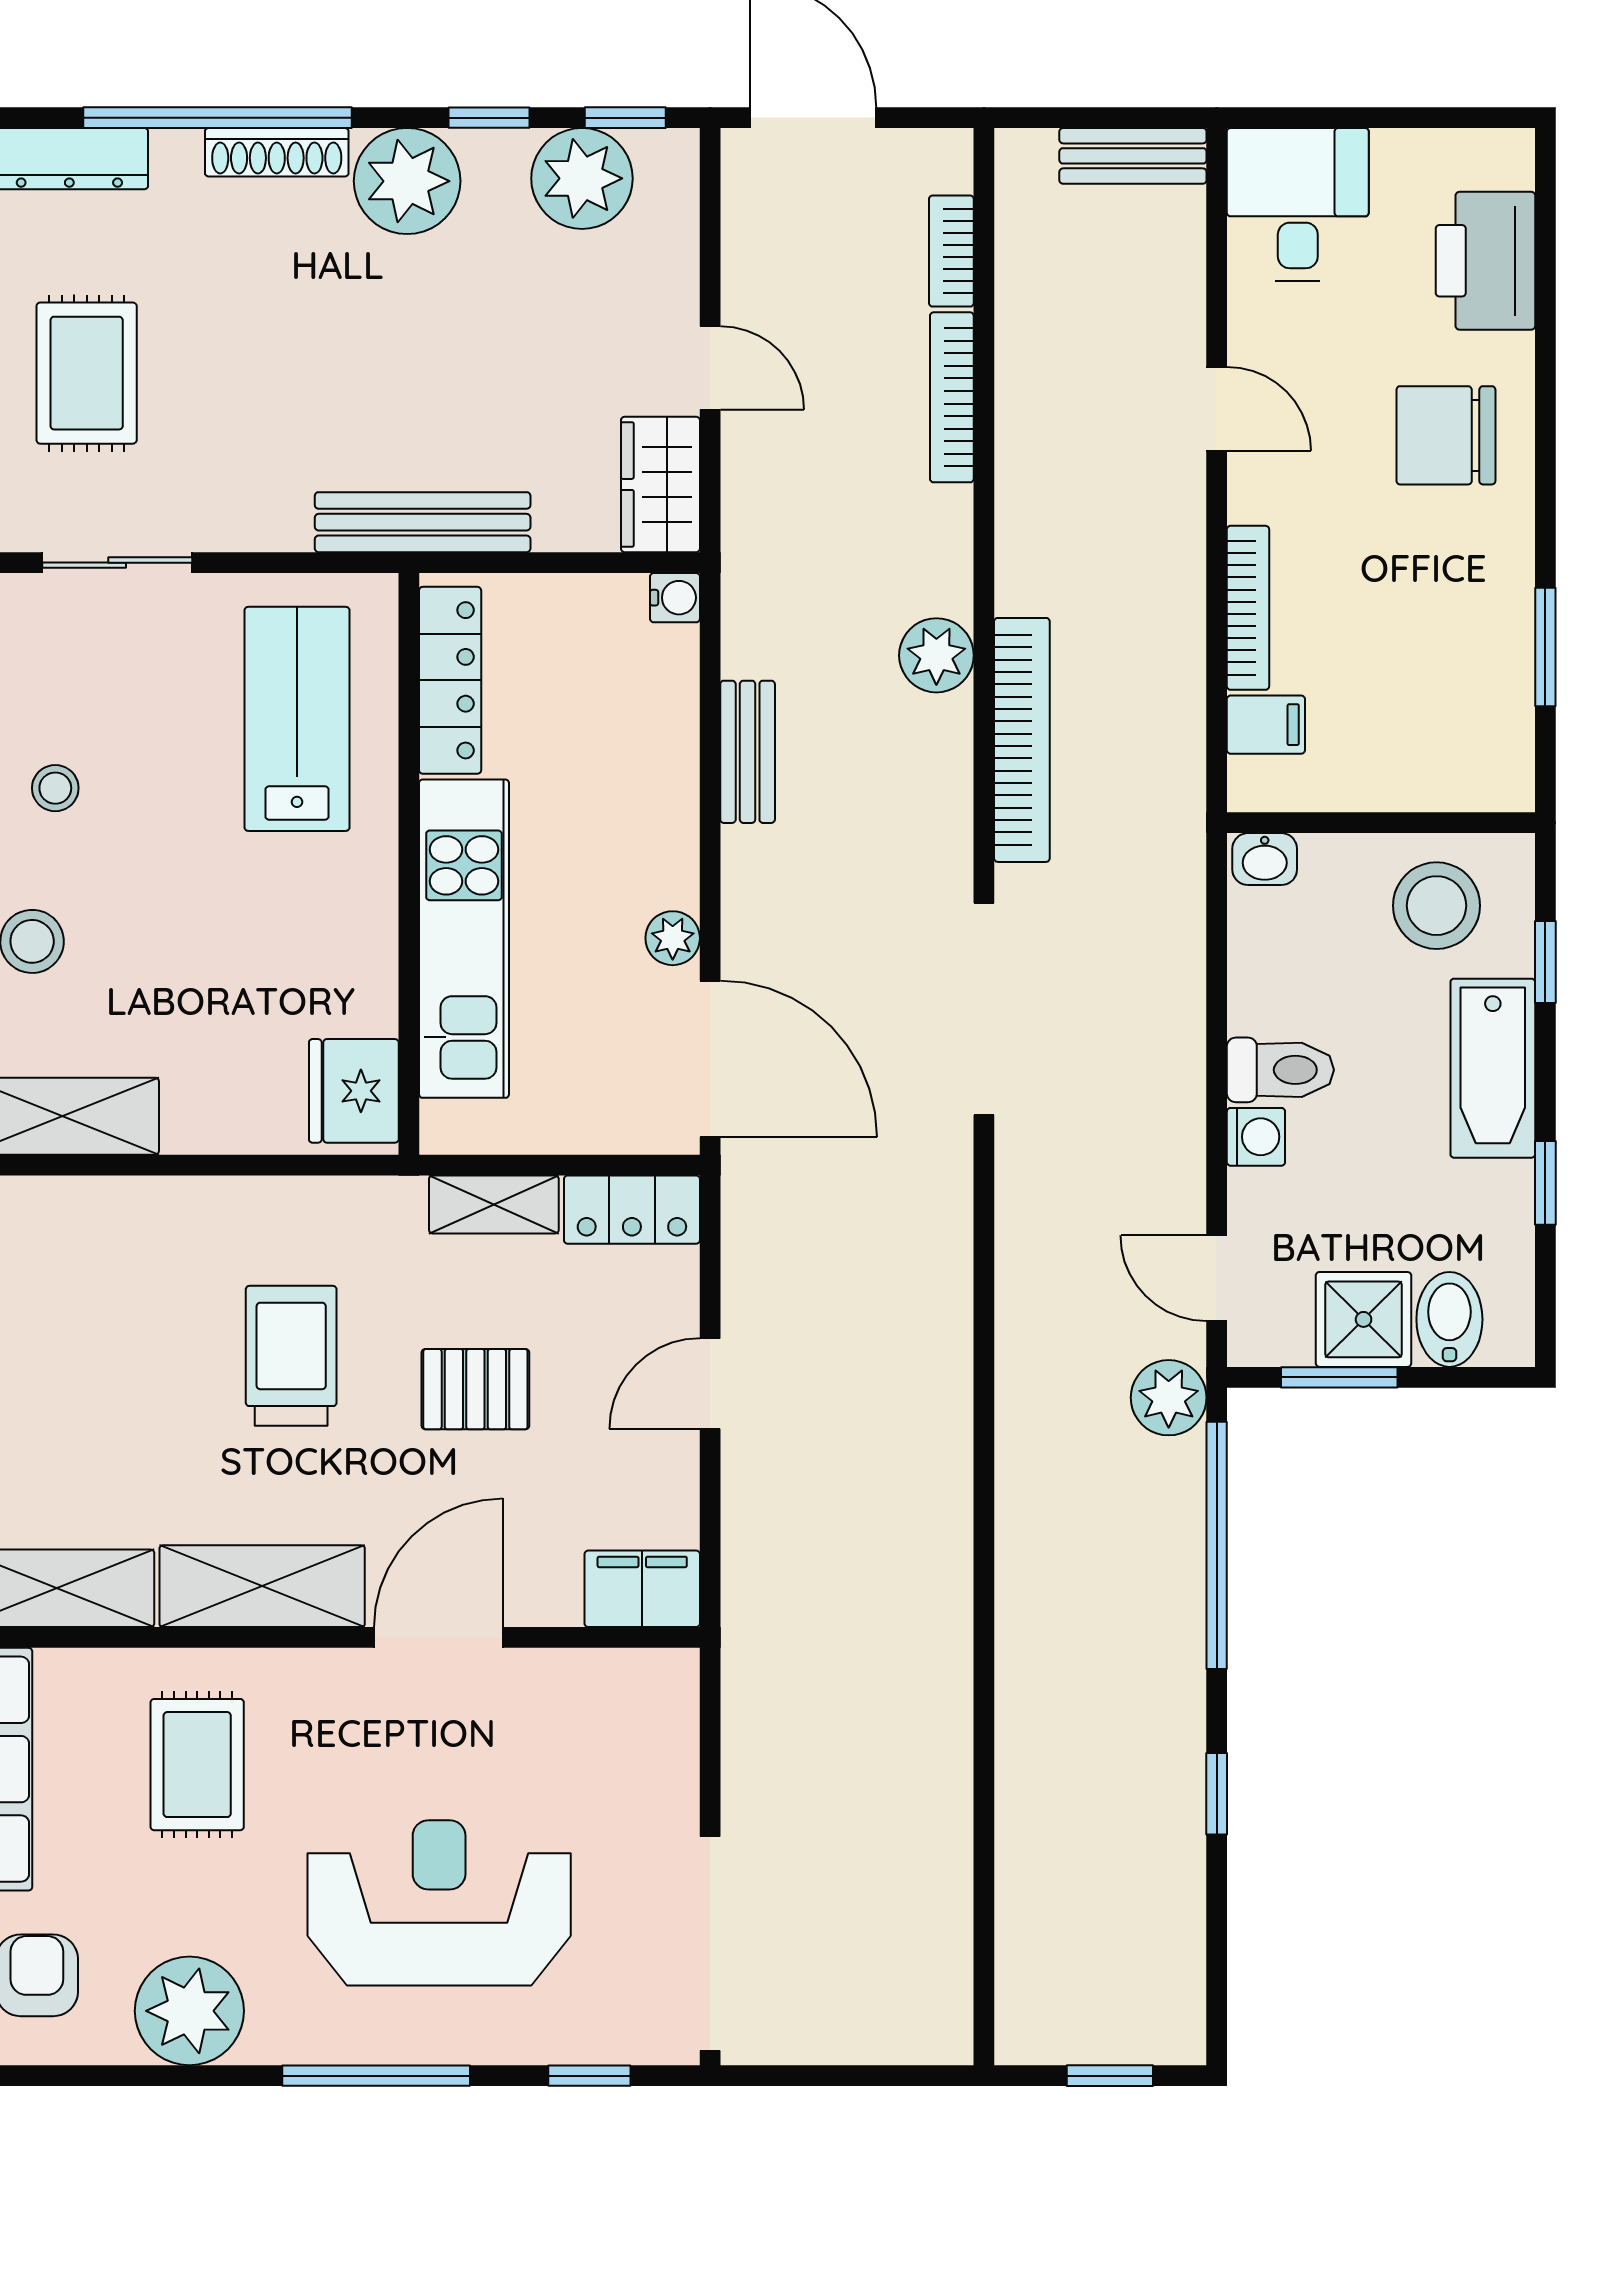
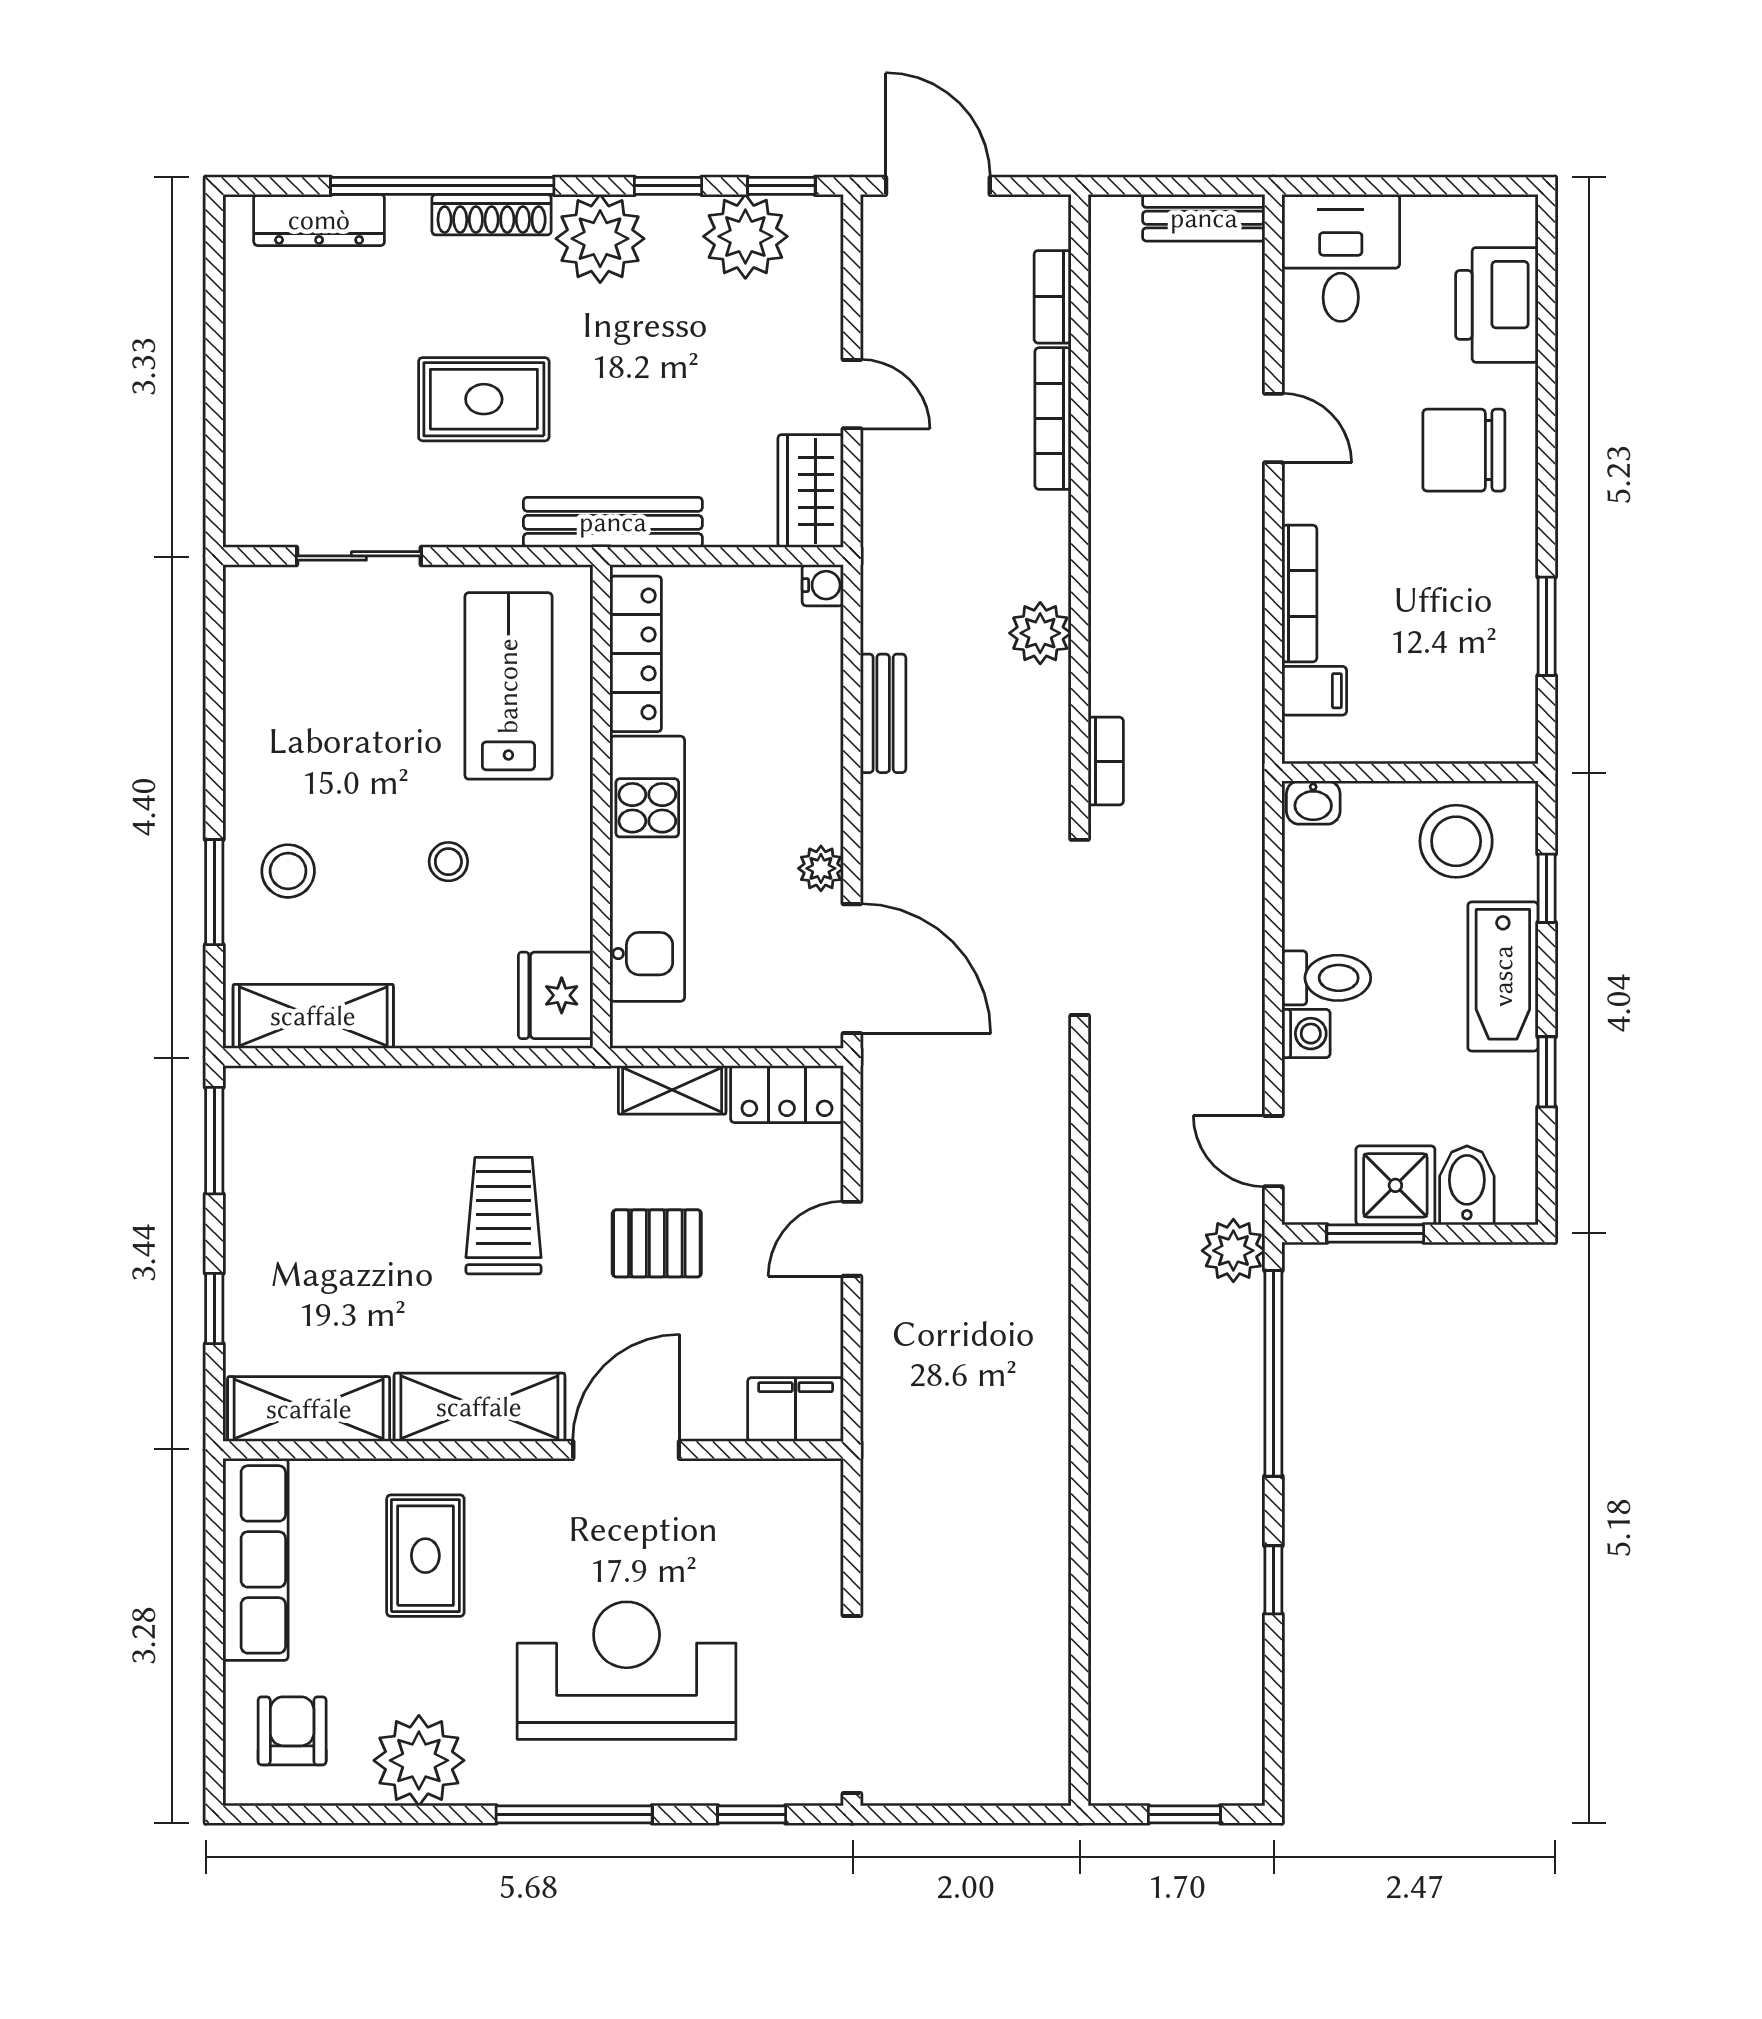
rug: (87, 373) -> (484, 399), moved, turned 90
bookcase: (1022, 740) -> (1106, 761), width x0.43, depth x0.76
stool: (55, 788) -> (448, 862), moved

